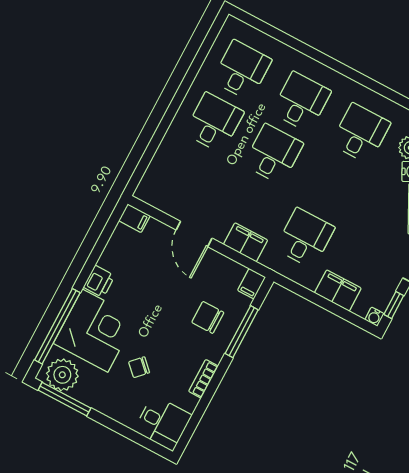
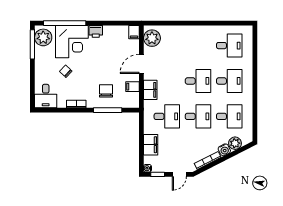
desk: (214, 123) -> (198, 116), moved
plant: (160, 193) -> (152, 38), added
filing cabinet: (252, 284) -> (132, 87), moved

